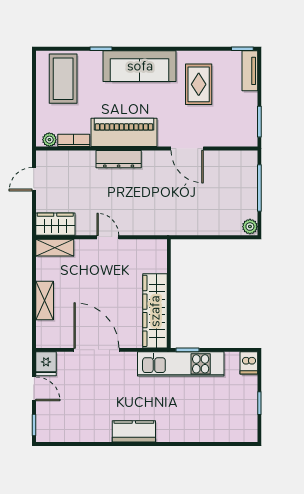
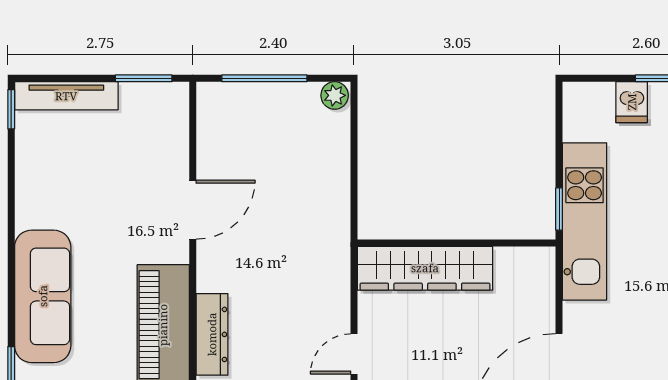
tv unit: (250, 71) -> (66, 96), width x1.41
rug: (199, 84) -> (76, 189), removed
wardrobe: (155, 311) -> (425, 268), moved
dishwasher: (249, 363) -> (632, 102), moved, turned 90

